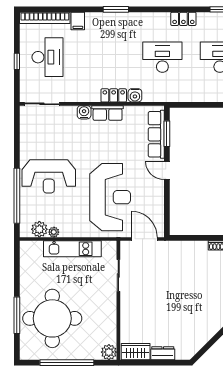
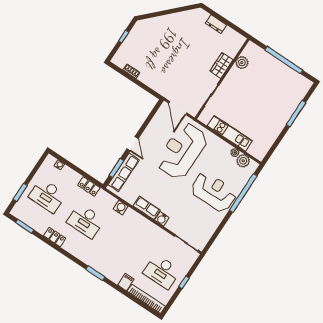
desk: (47, 57) -> (162, 272), turned -90
locker: (114, 95) -> (89, 186), moved
round table: (52, 318) -> (274, 96), removed
plant: (109, 352) -> (242, 63), moved
wardrobe: (136, 352) -> (221, 65), moved, turned 90

